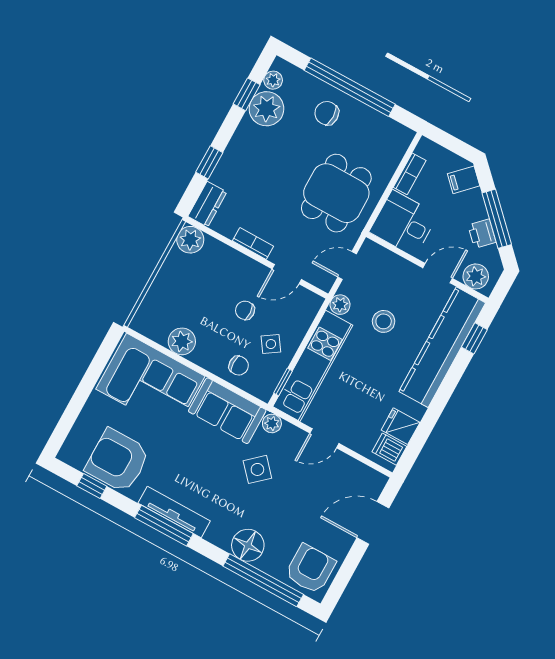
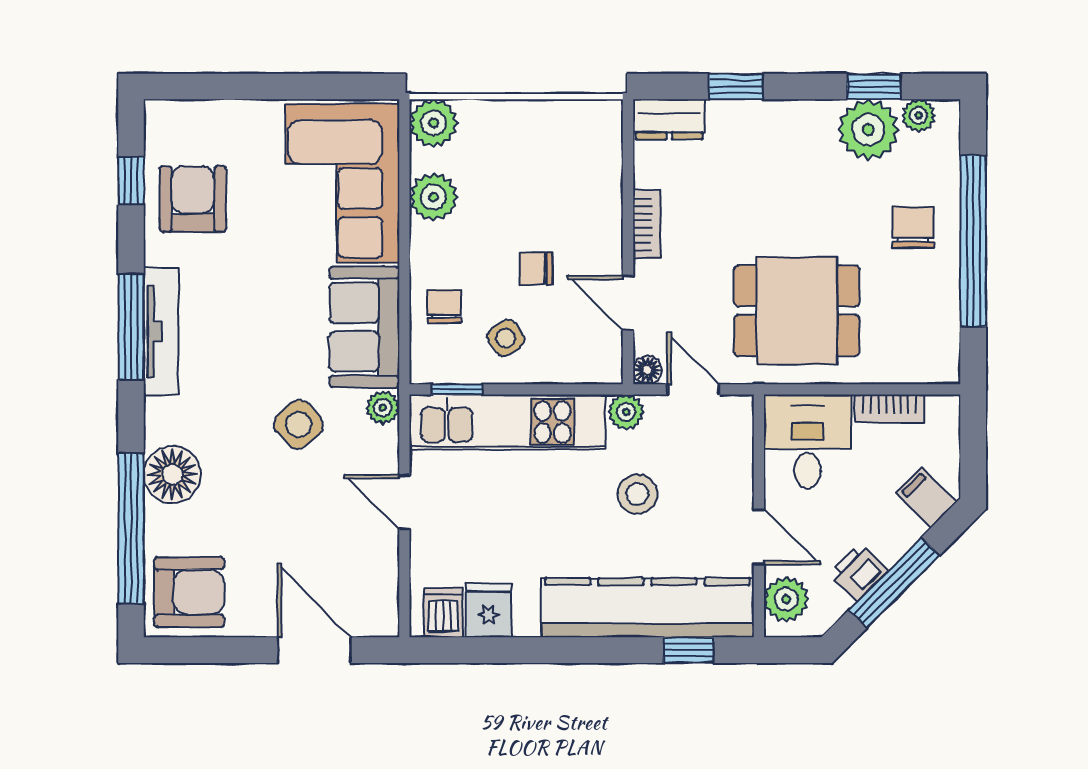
plant: (190, 240) -> (433, 123), moved
floor lamp: (325, 283) -> (647, 370), added
chair: (245, 310) -> (536, 269), turned -87
chair: (239, 366) -> (444, 306), turned 180
armchair: (118, 461) -> (193, 199), width x0.73, depth x0.73

